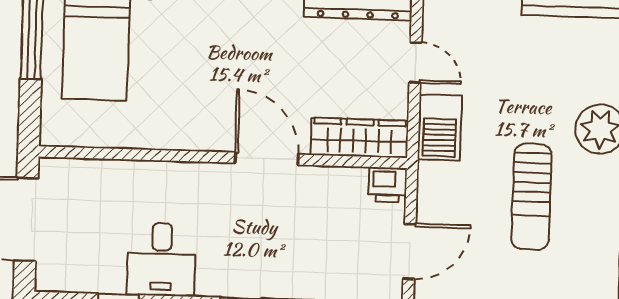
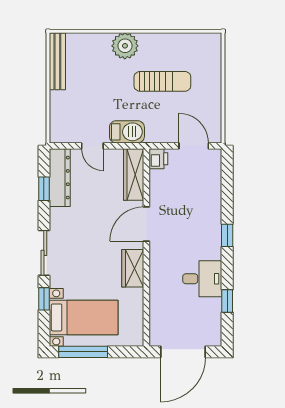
door: (415, 63) -> (92, 146), swing flipped
wardrobe: (185, 131) -> (133, 268), added

